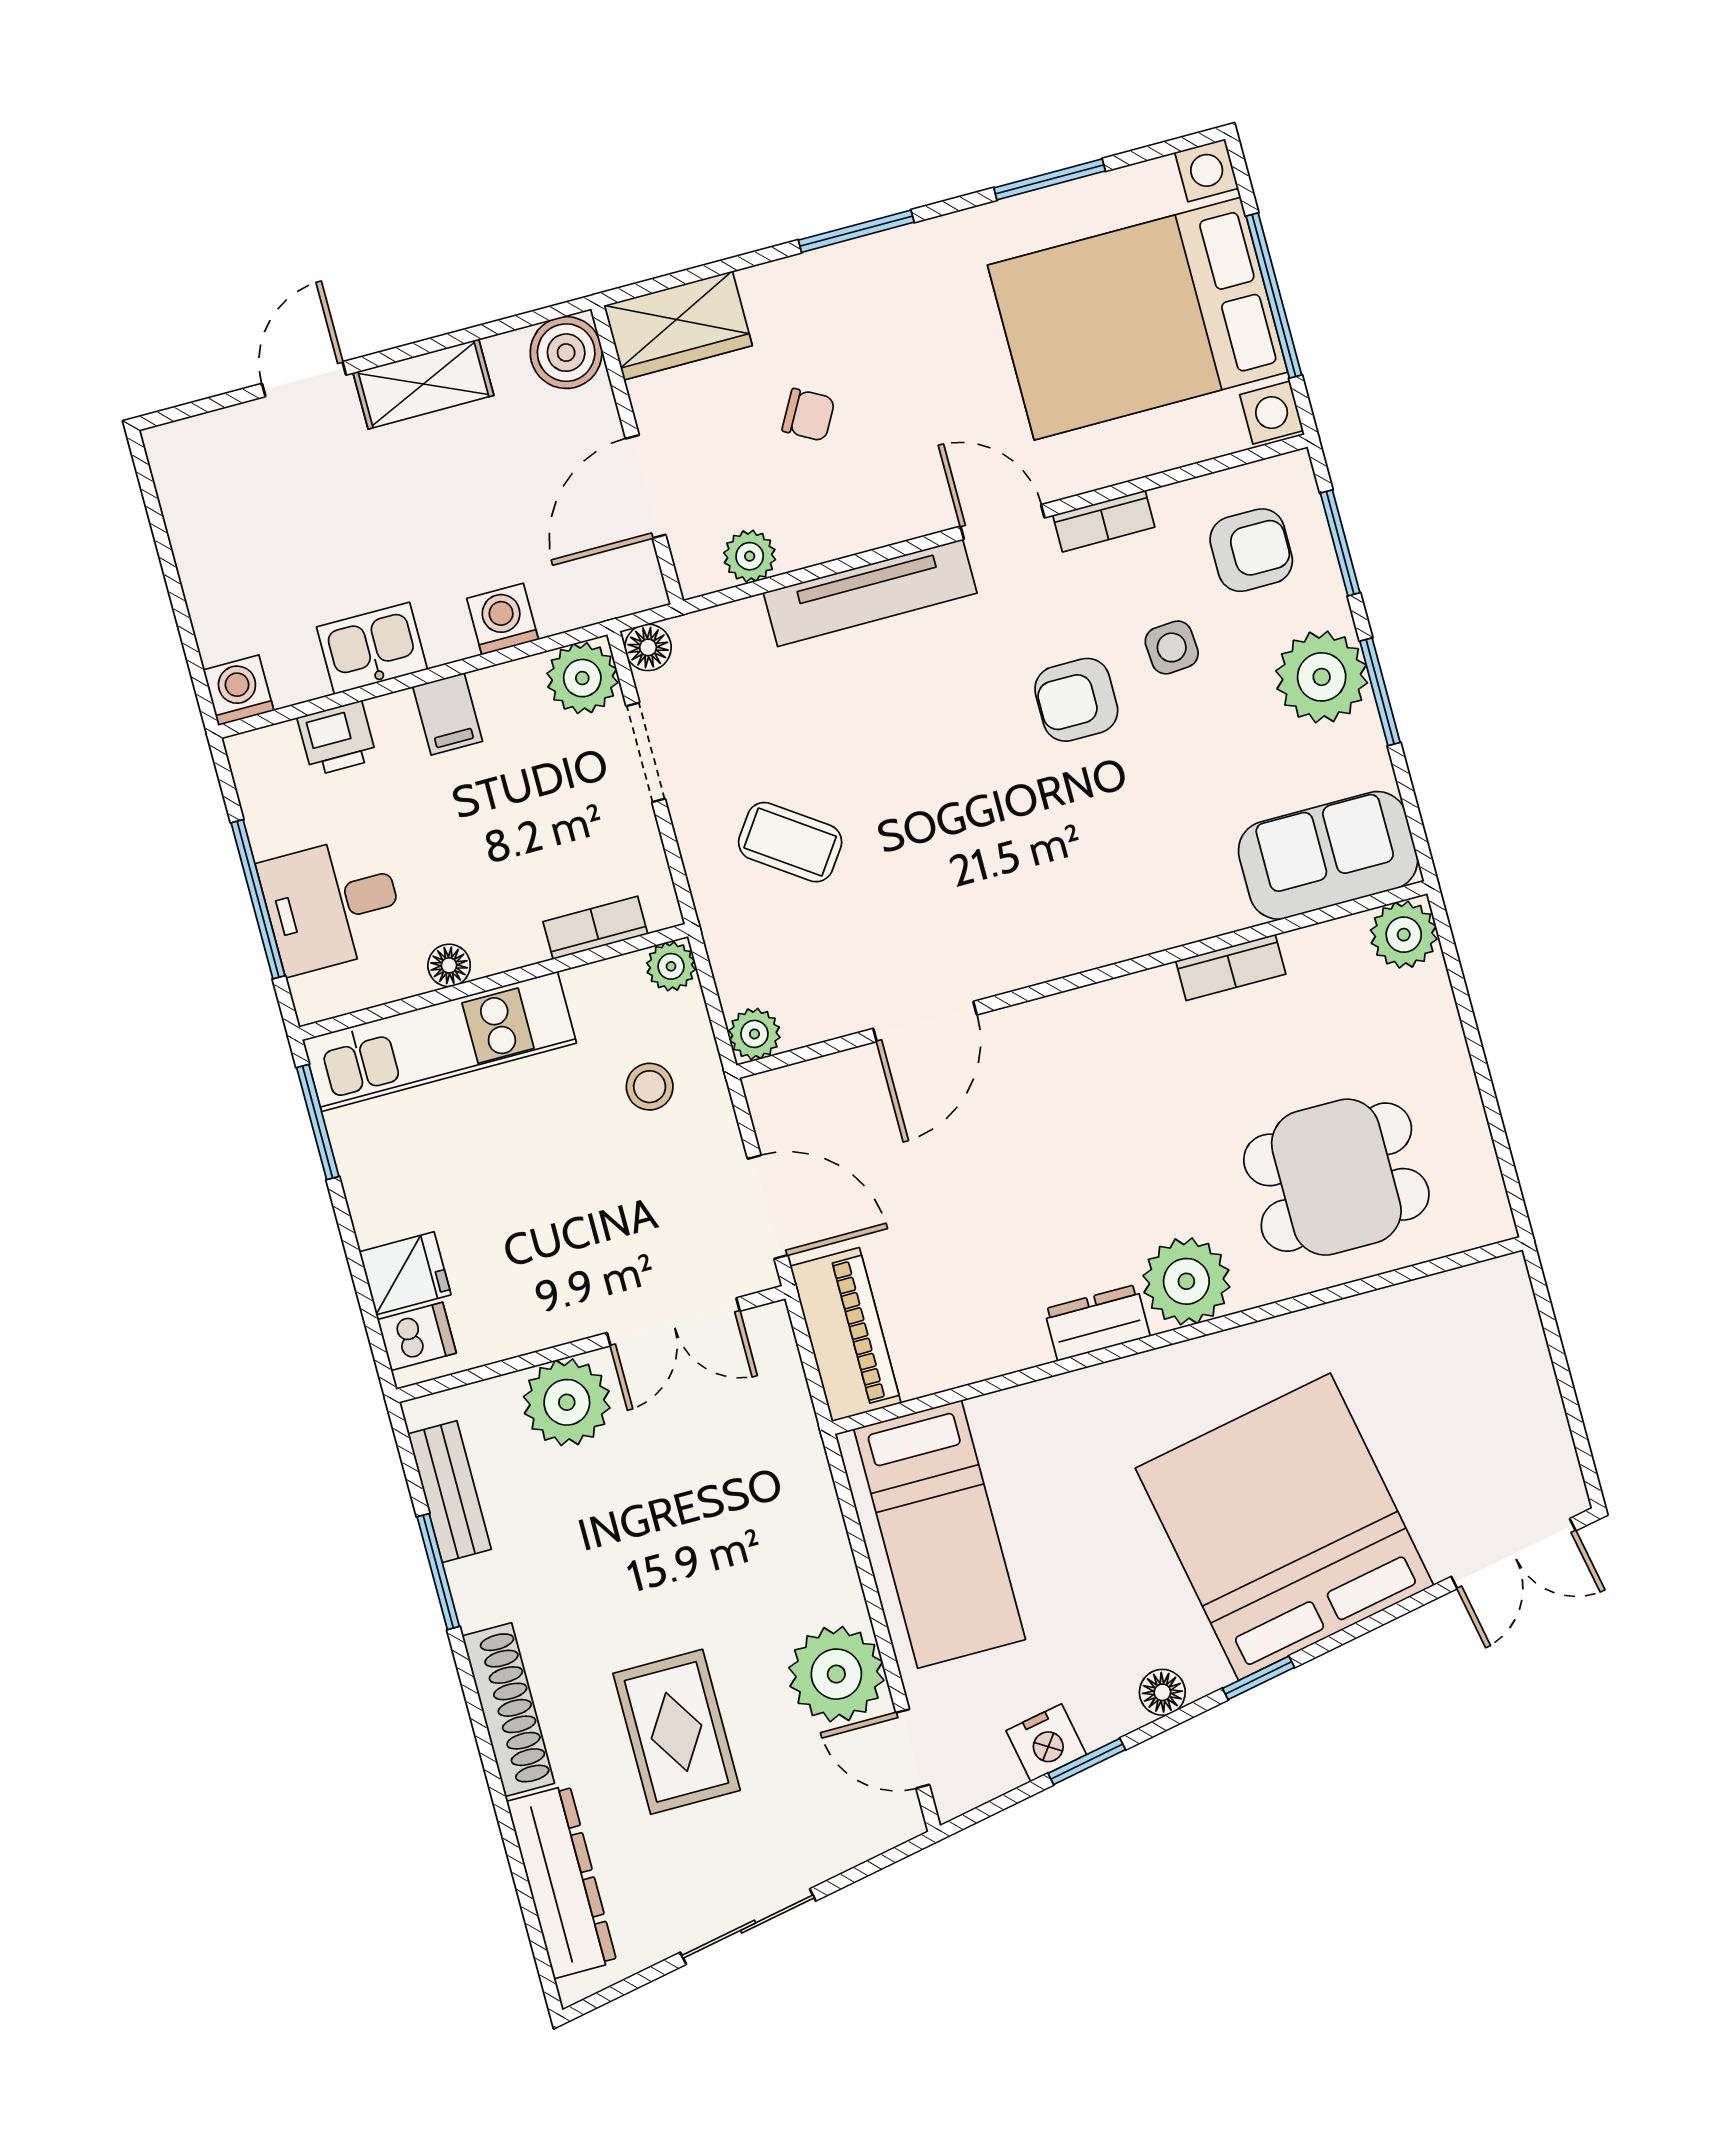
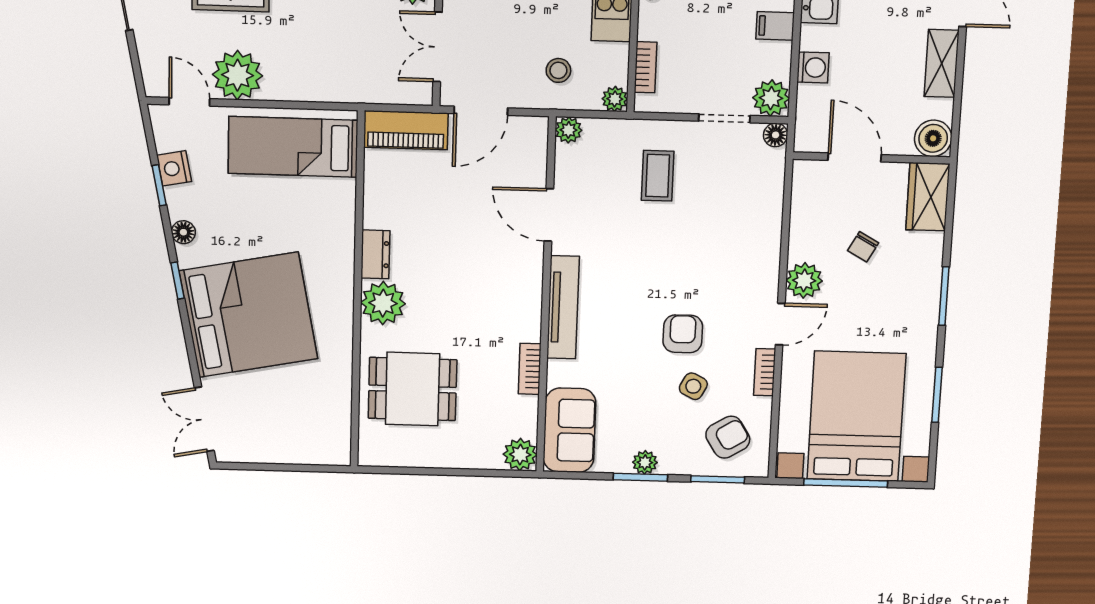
armchair: (1251, 550) -> (728, 437), turned -122
plant: (750, 556) -> (804, 280), moved, width x1.38, depth x1.38
tv unit: (870, 593) -> (563, 307), moved, turned 180
side table: (1172, 647) -> (693, 386), turned 31
plant: (1322, 677) -> (645, 462), width x0.53, depth x0.53
coffee table: (790, 842) -> (658, 176), turned -35
dining table: (1336, 1177) -> (412, 389), turned 90
door: (913, 1749) -> (189, 102), hinge flipped

